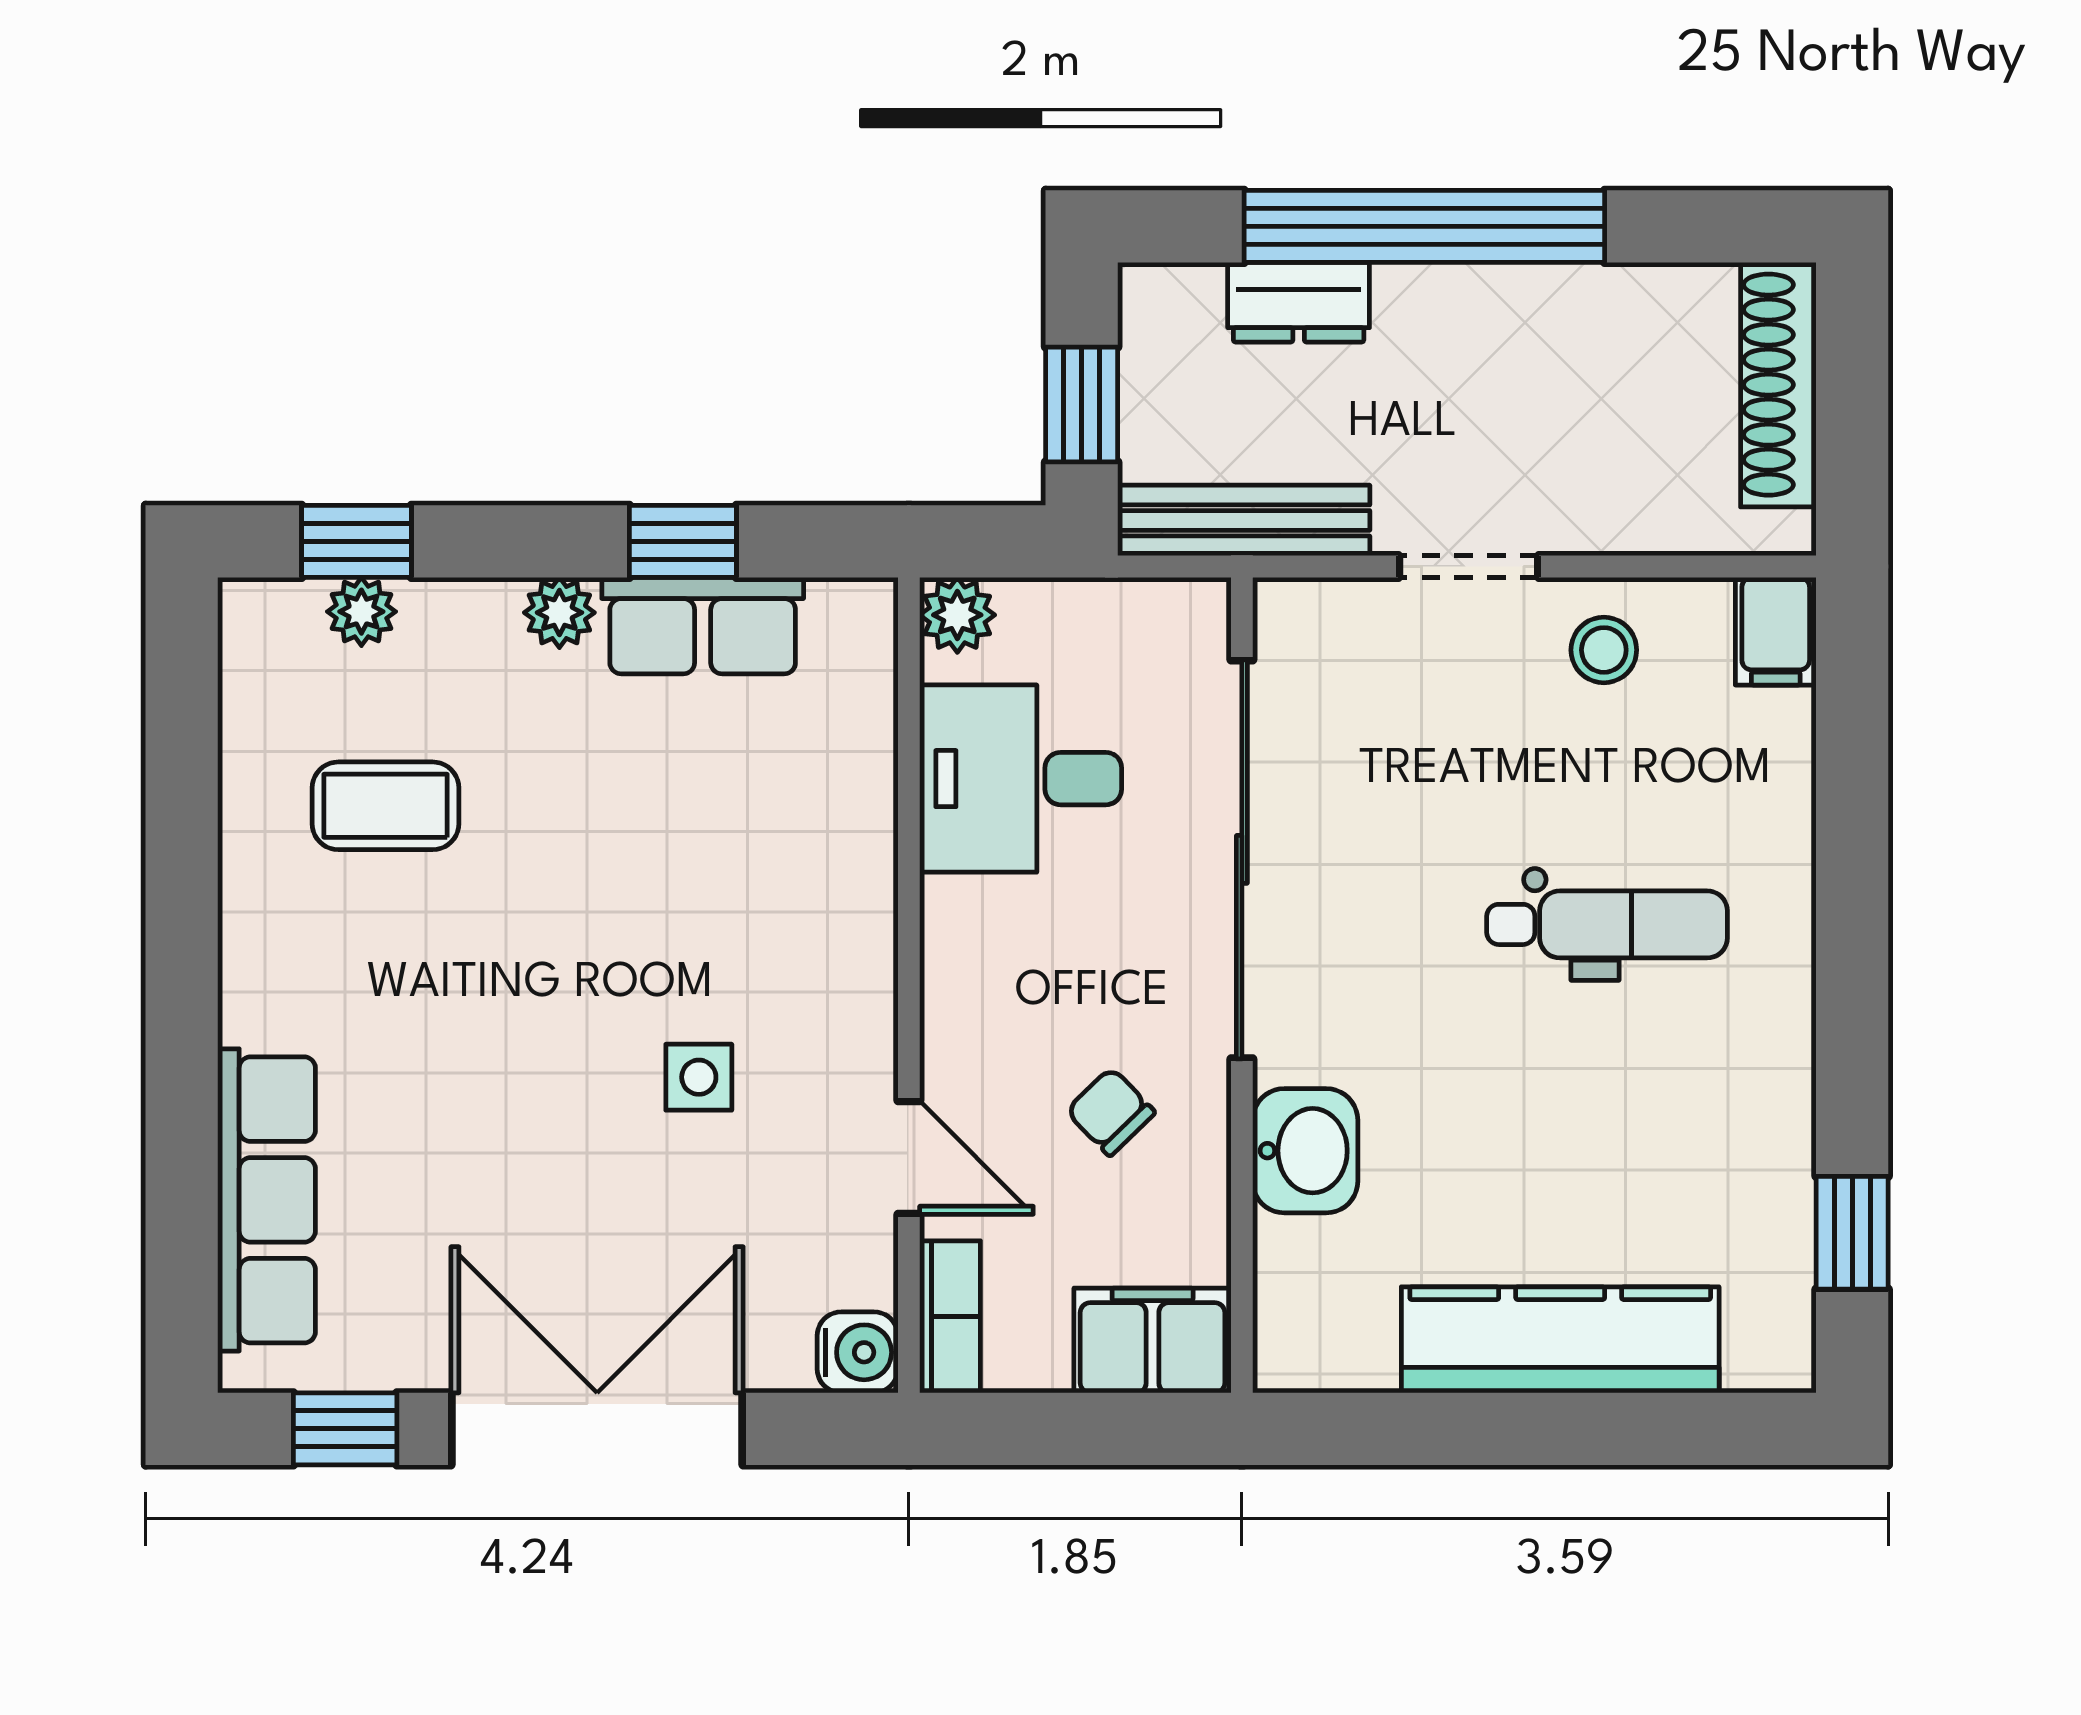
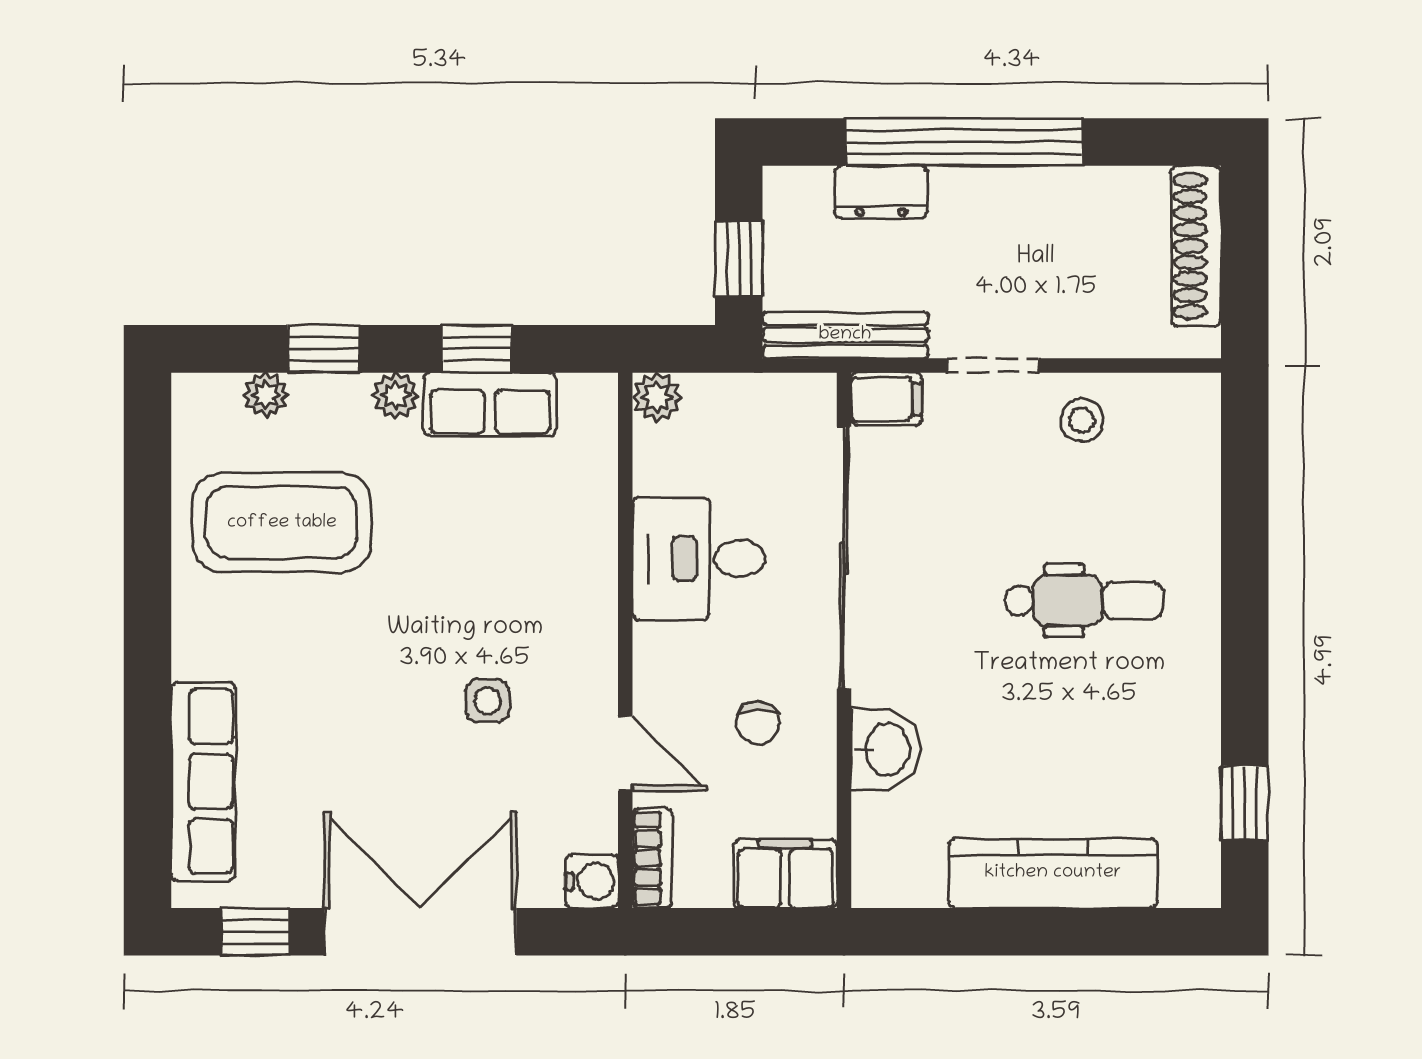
window: (357, 541) -> (324, 349), moved
filing cabinet: (1776, 631) -> (886, 399), moved, turned -90
desk: (1021, 779) -> (699, 559), moved
coffee table: (386, 806) -> (282, 523), width x1.86, depth x1.72
chair: (1111, 1112) -> (758, 723), turned -136

